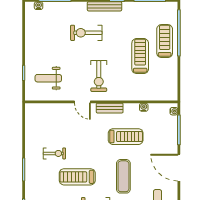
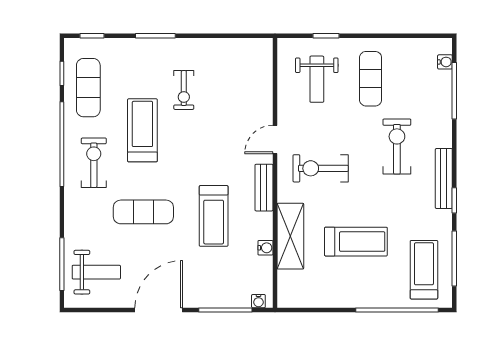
treadmill: (165, 41) -> (424, 270), moved, turned -90
exercise mat: (48, 48) -> (371, 79), added
weight bench: (48, 78) -> (317, 79), turned 180
shelving: (137, 93) -> (290, 236), added

